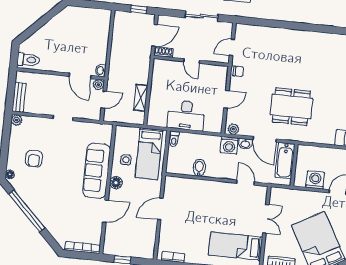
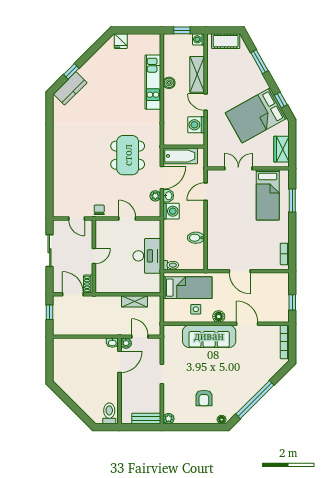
plant: (233, 129) -> (155, 196), moved
armchair: (34, 159) -> (204, 398), turned 90

